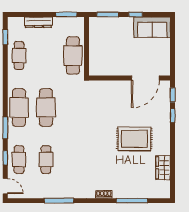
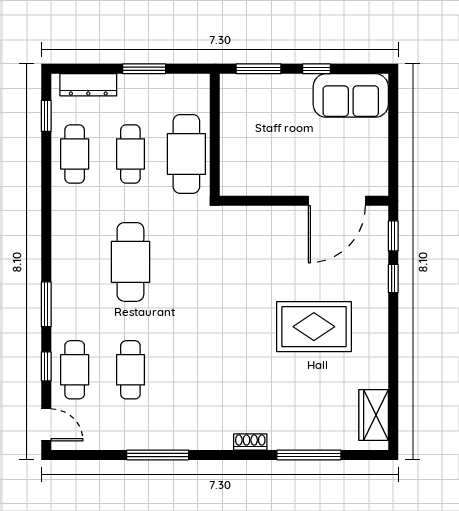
window: (67, 14) -> (144, 69), moved
dresser: (38, 22) -> (88, 85), moved
cafe table: (19, 108) -> (130, 154), moved, width x0.73, depth x0.74
wardrobe: (163, 168) -> (374, 415), moved

